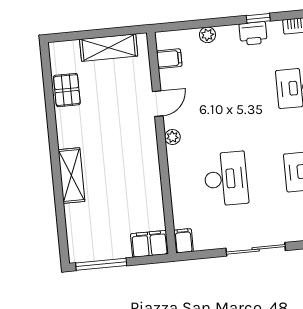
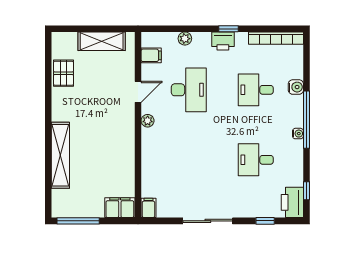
shelving: (71, 176) -> (60, 155), width x1.47
desk: (226, 179) -> (189, 90), moved

